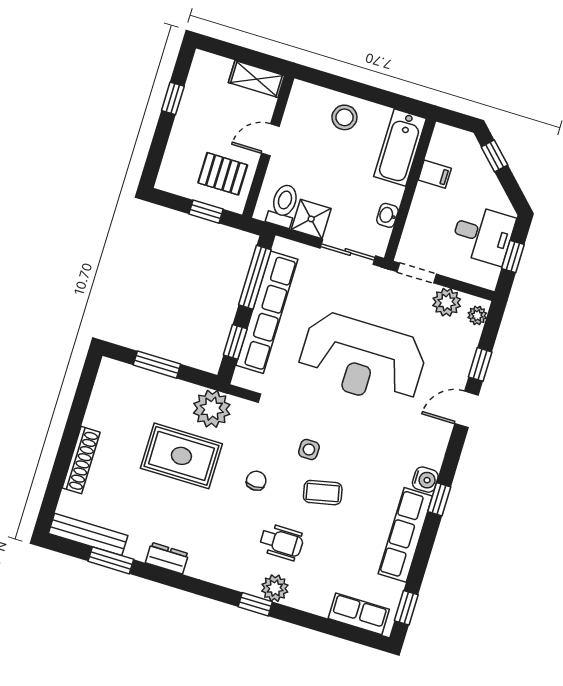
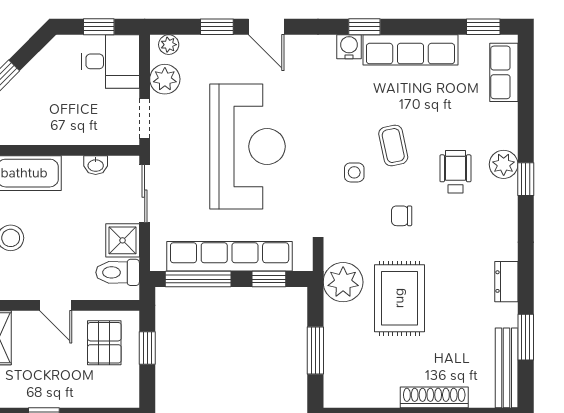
filing cabinet: (435, 174) -> (40, 130), removed
desk: (483, 235) -> (110, 61), moved, turned 90

